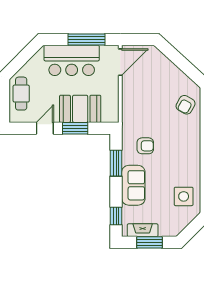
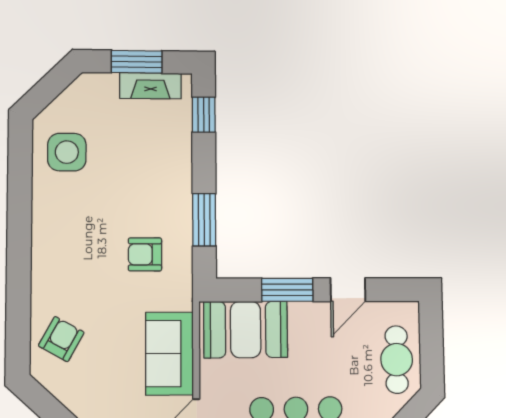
booth: (80, 109) -> (246, 329), moved
sofa: (133, 185) -> (169, 354), moved

